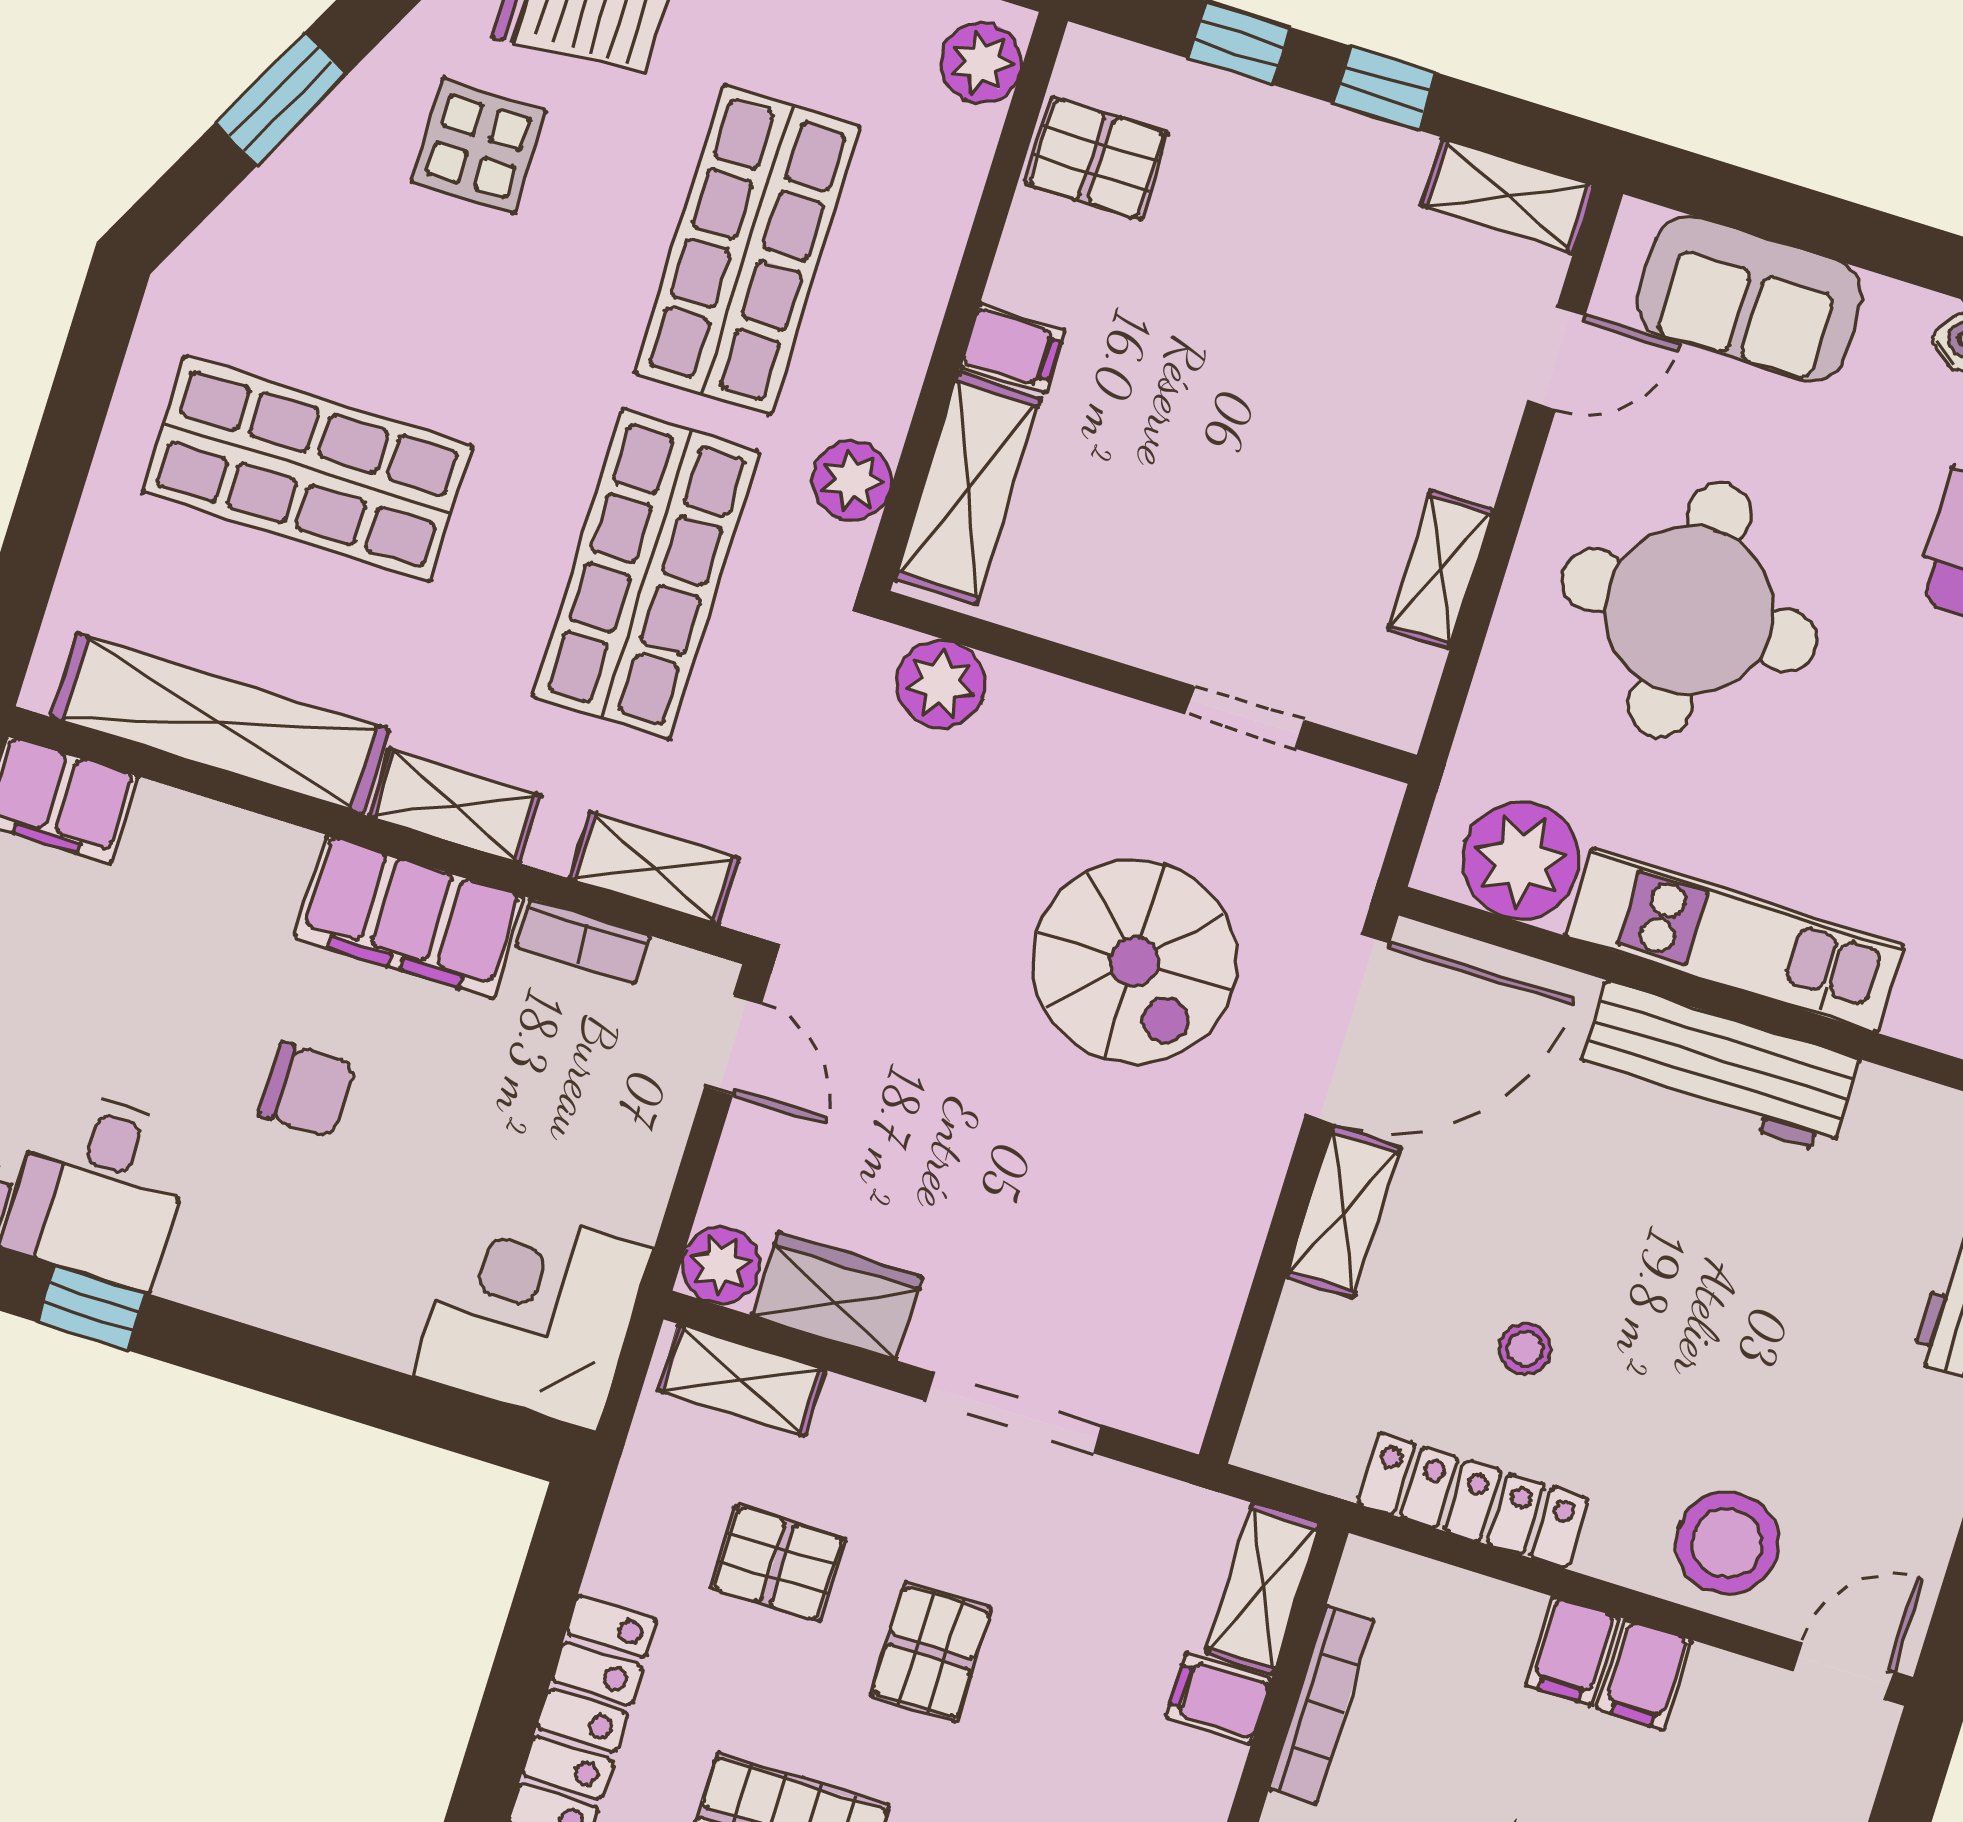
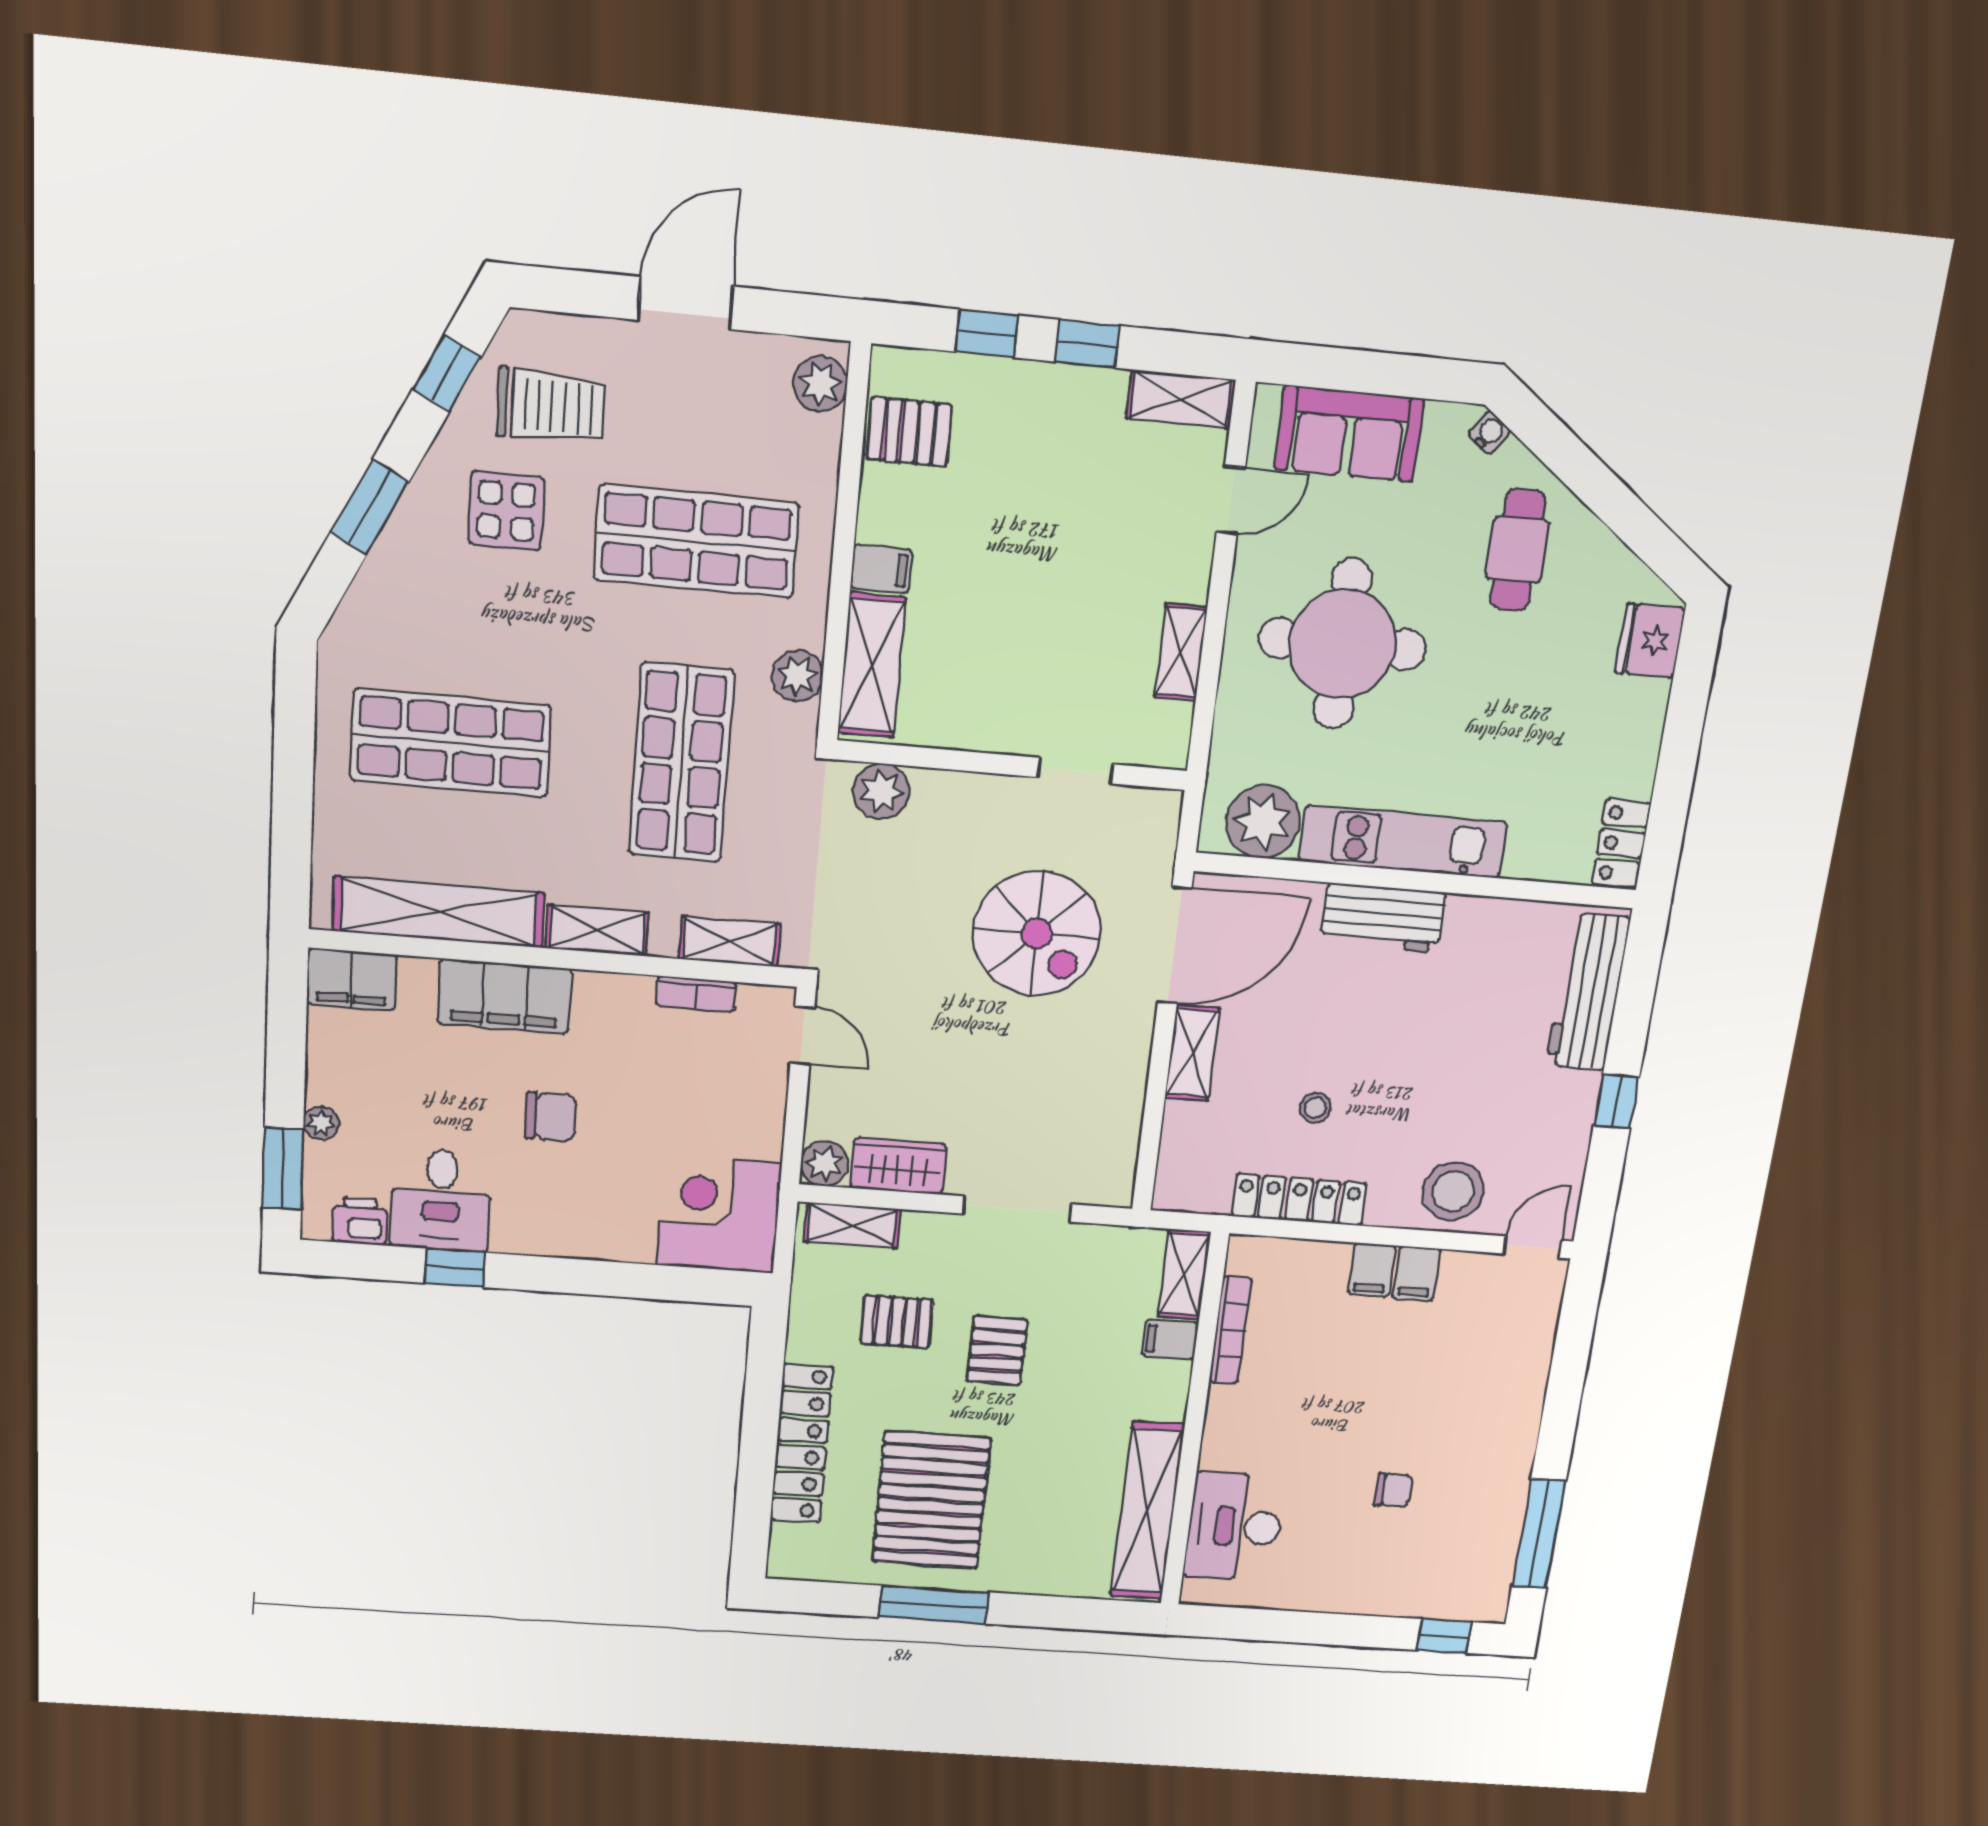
shop shelf: (747, 250) -> (696, 541), turned 90
filing cabinet: (410, 917) -> (505, 996), moved
workbench: (1719, 1067) -> (1383, 918), width x0.73

